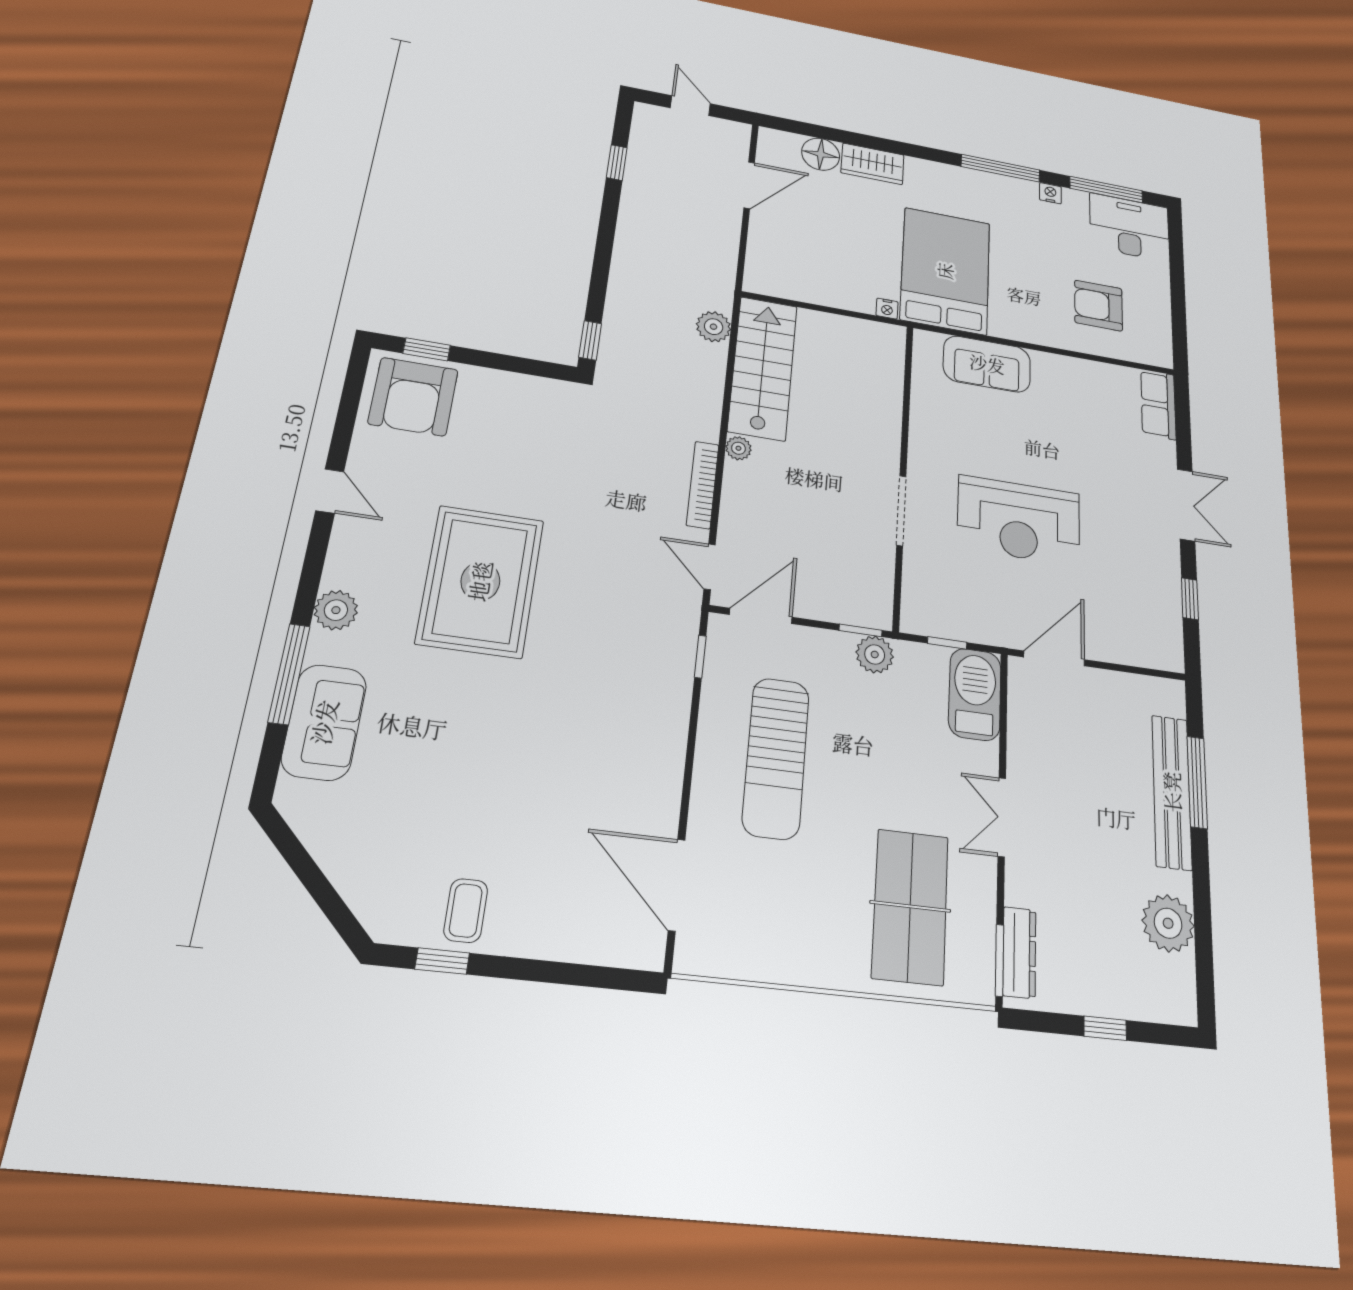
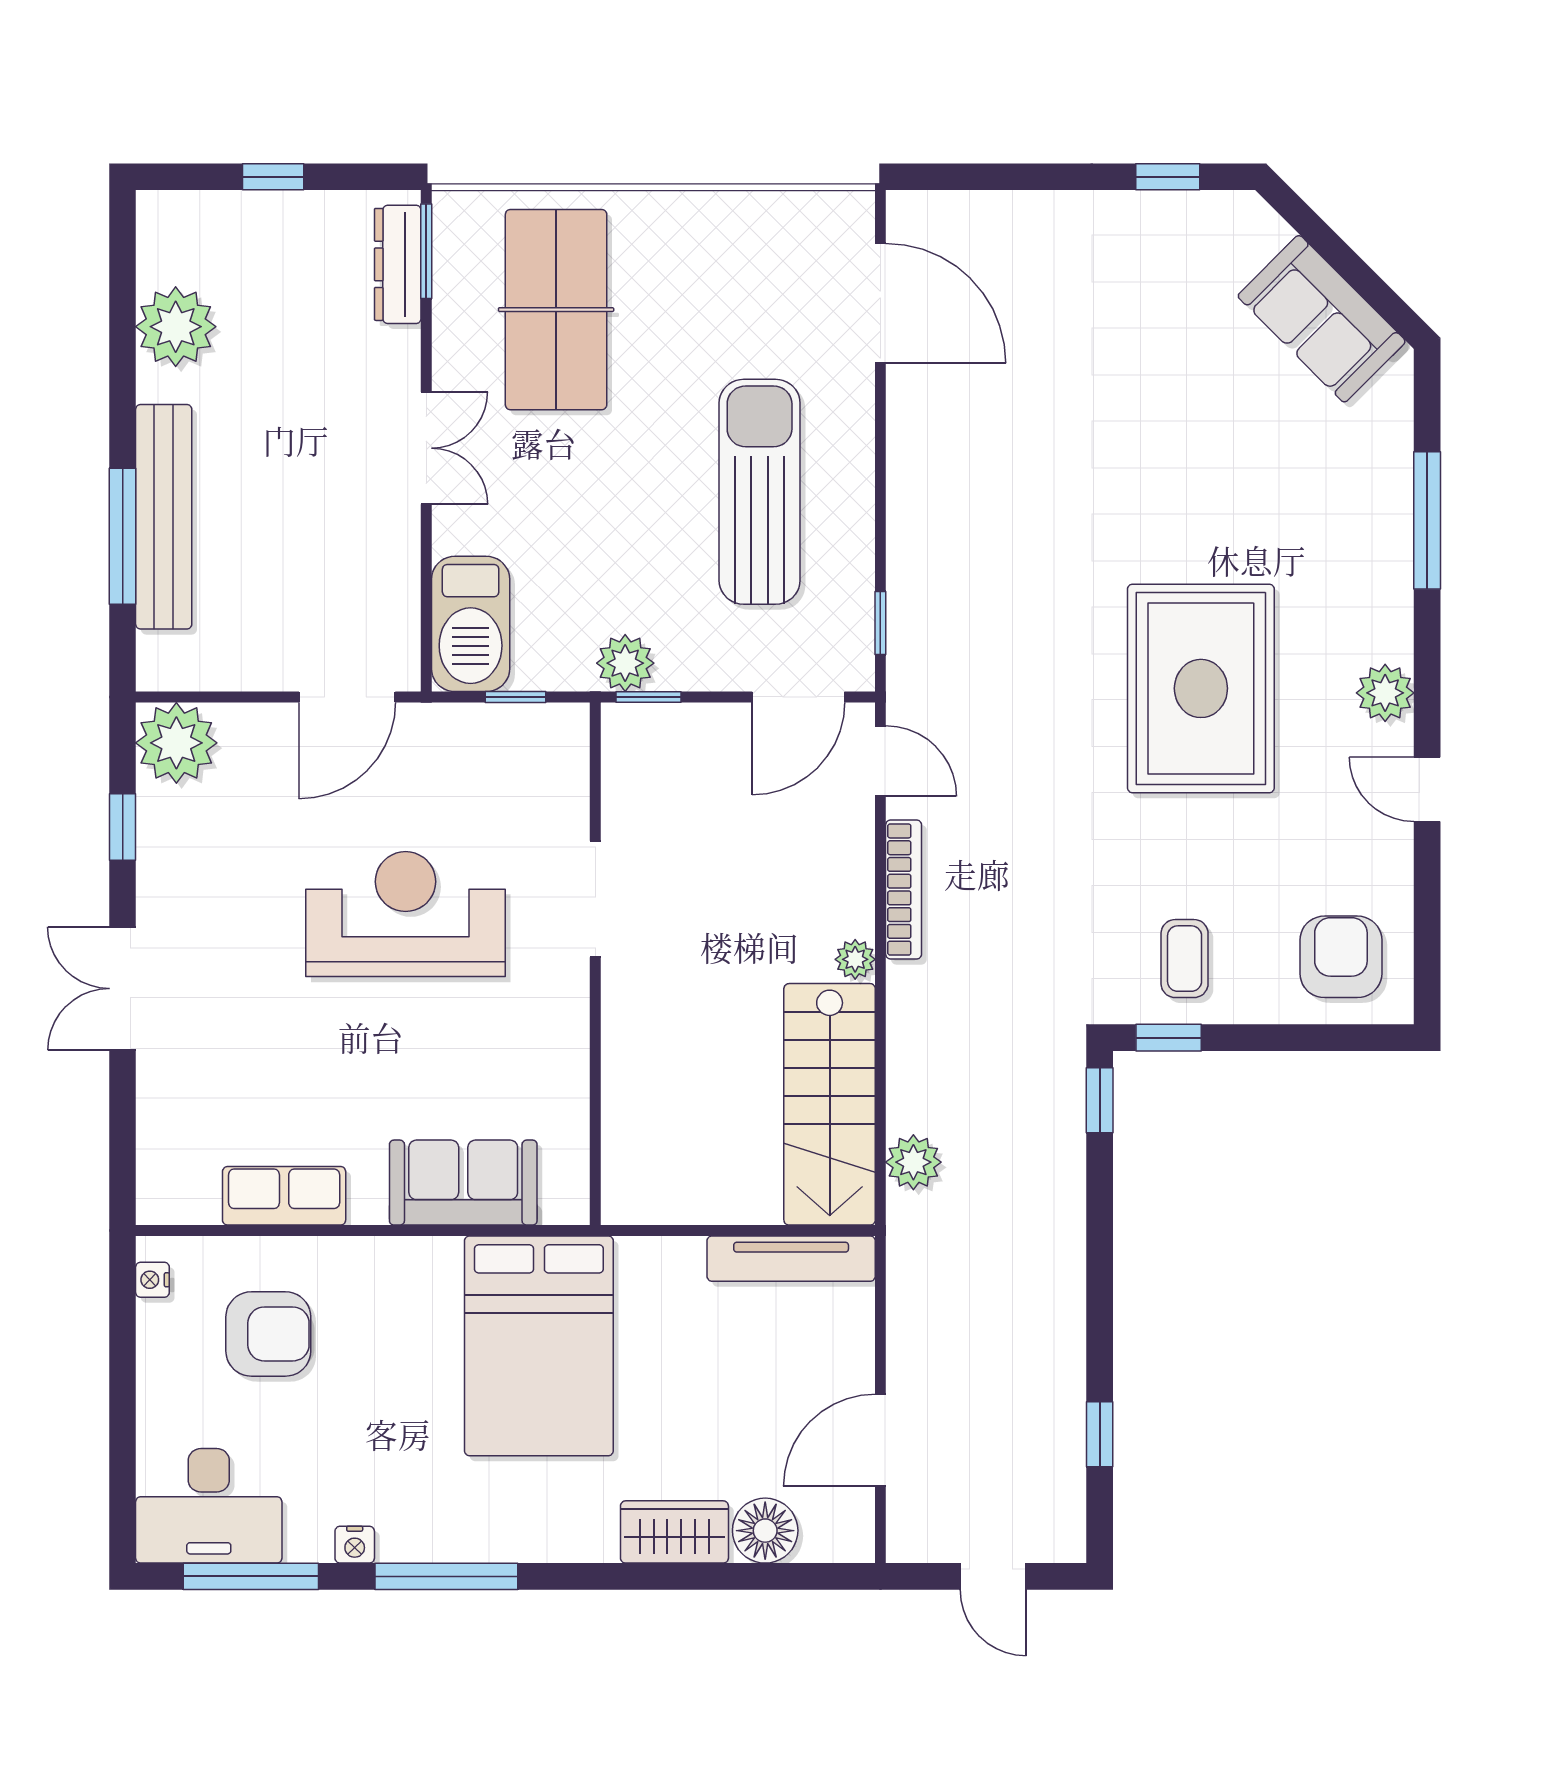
tv unit: (794, 288) -> (791, 1259), added
nightstand: (887, 309) -> (152, 1280), moved, turned -90
window: (427, 349) -> (1169, 1038), moved
armchair: (413, 397) -> (1341, 957), width x0.73, depth x0.73
row of seats: (1158, 404) -> (284, 1196), moved, turned -90
plant: (336, 610) -> (1385, 693), moved
plant: (1159, 645) -> (176, 743), added
sofa: (324, 722) -> (1322, 319), moved, turned -45
coffee table: (466, 910) -> (1185, 959), moved

